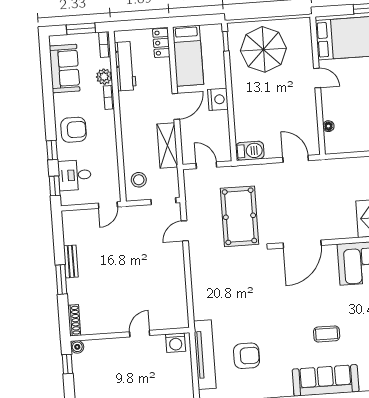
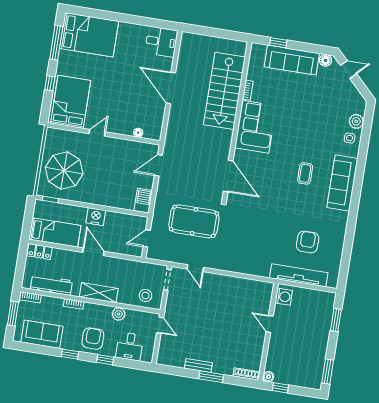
plant: (104, 77) -> (119, 314), moved
shelving: (167, 146) -> (99, 293), moved
window: (55, 186) -> (70, 354), moved

